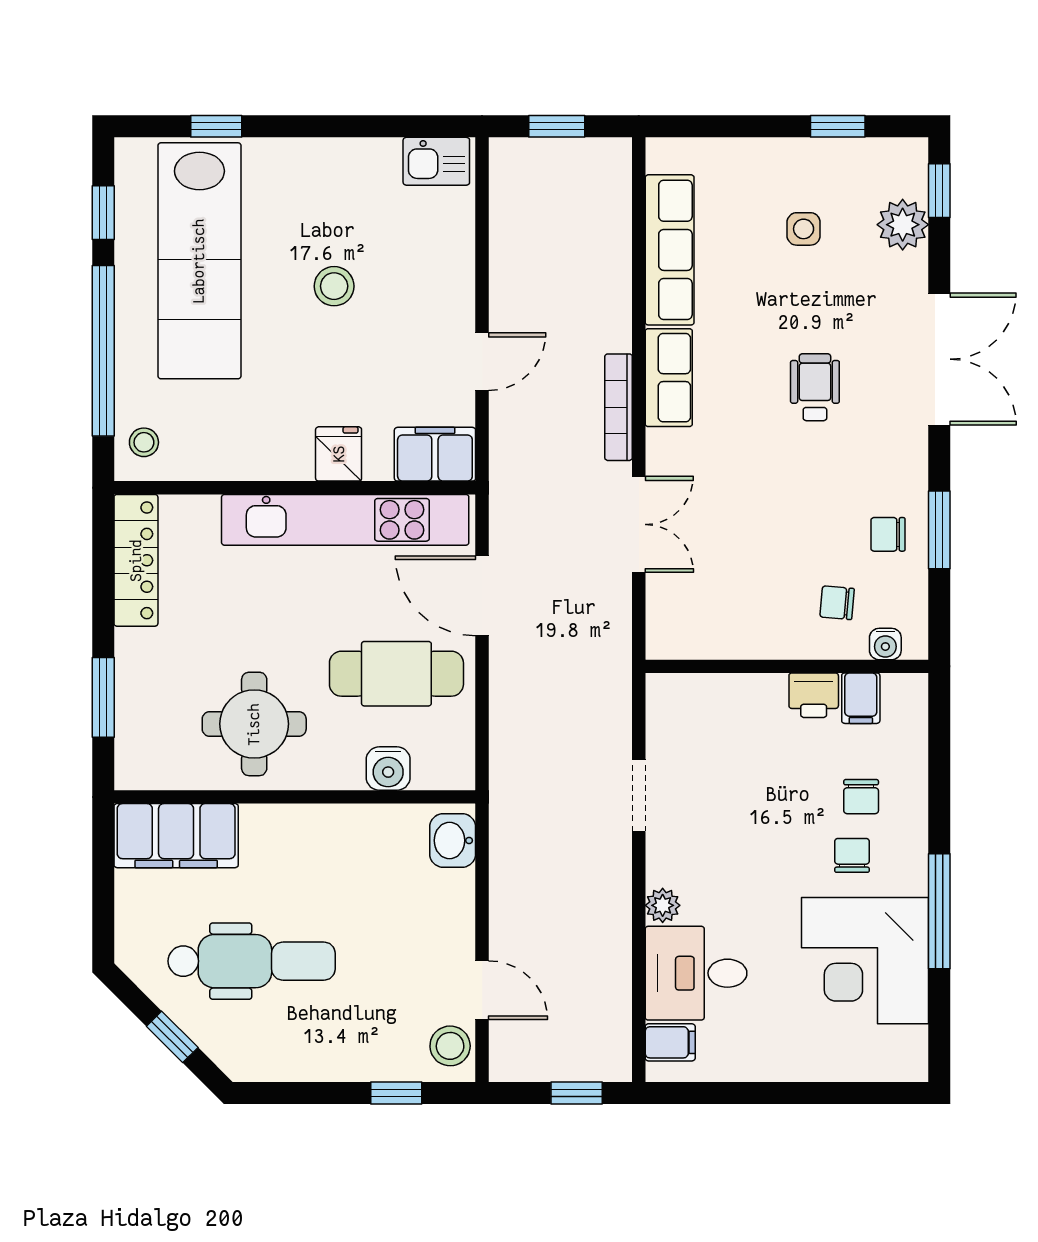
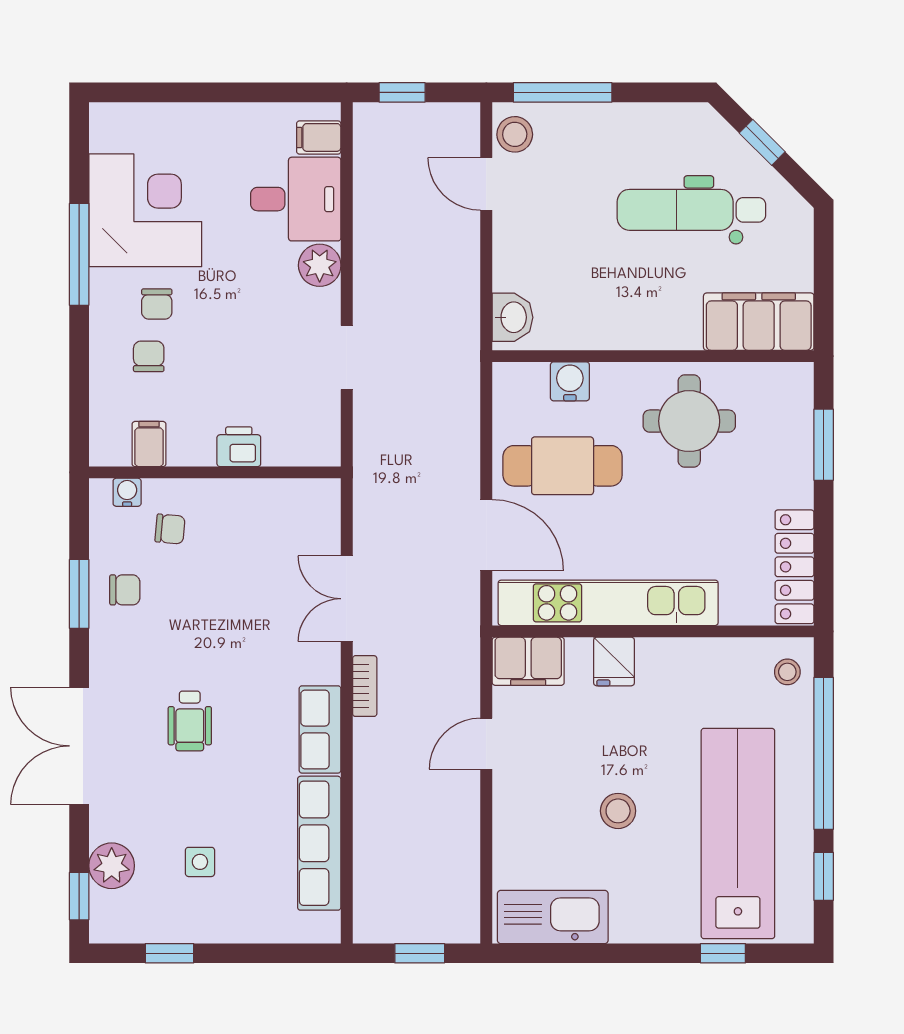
kitchen sink: (436, 161) -> (553, 917), width x1.88, depth x1.24
bookcase: (619, 407) -> (365, 686), width x0.64
printer: (814, 695) -> (239, 447), moved
plant: (663, 905) -> (320, 265), width x1.38, depth x1.38
window: (396, 1093) -> (563, 92), width x2.17

